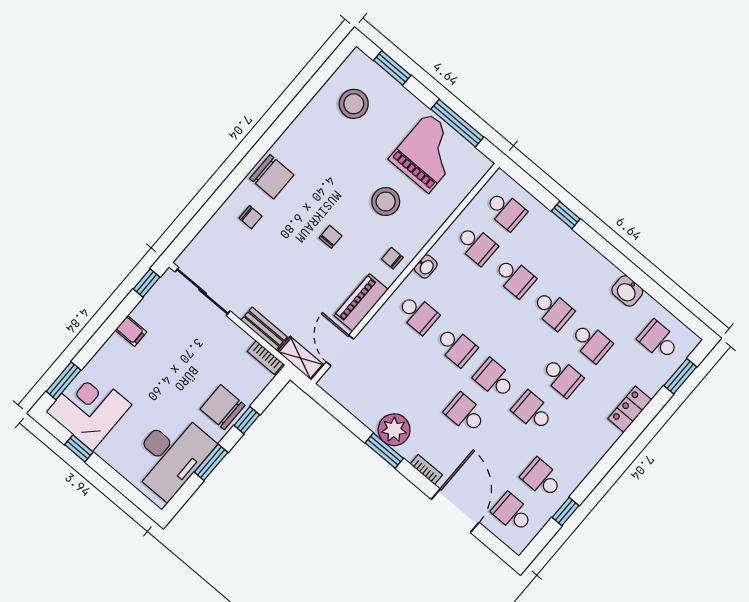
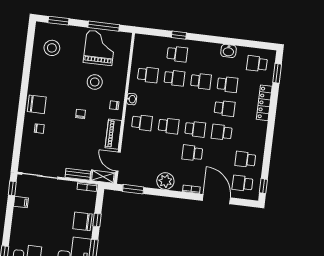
school desk: (506, 210) -> (177, 54), moved
filing cabinet: (131, 331) -> (21, 202), moved
school desk: (494, 379) -> (195, 129), turned 180
locker: (630, 409) -> (264, 103), width x1.53
window: (384, 451) -> (133, 189), moved
window: (566, 511) -> (263, 186), moved

